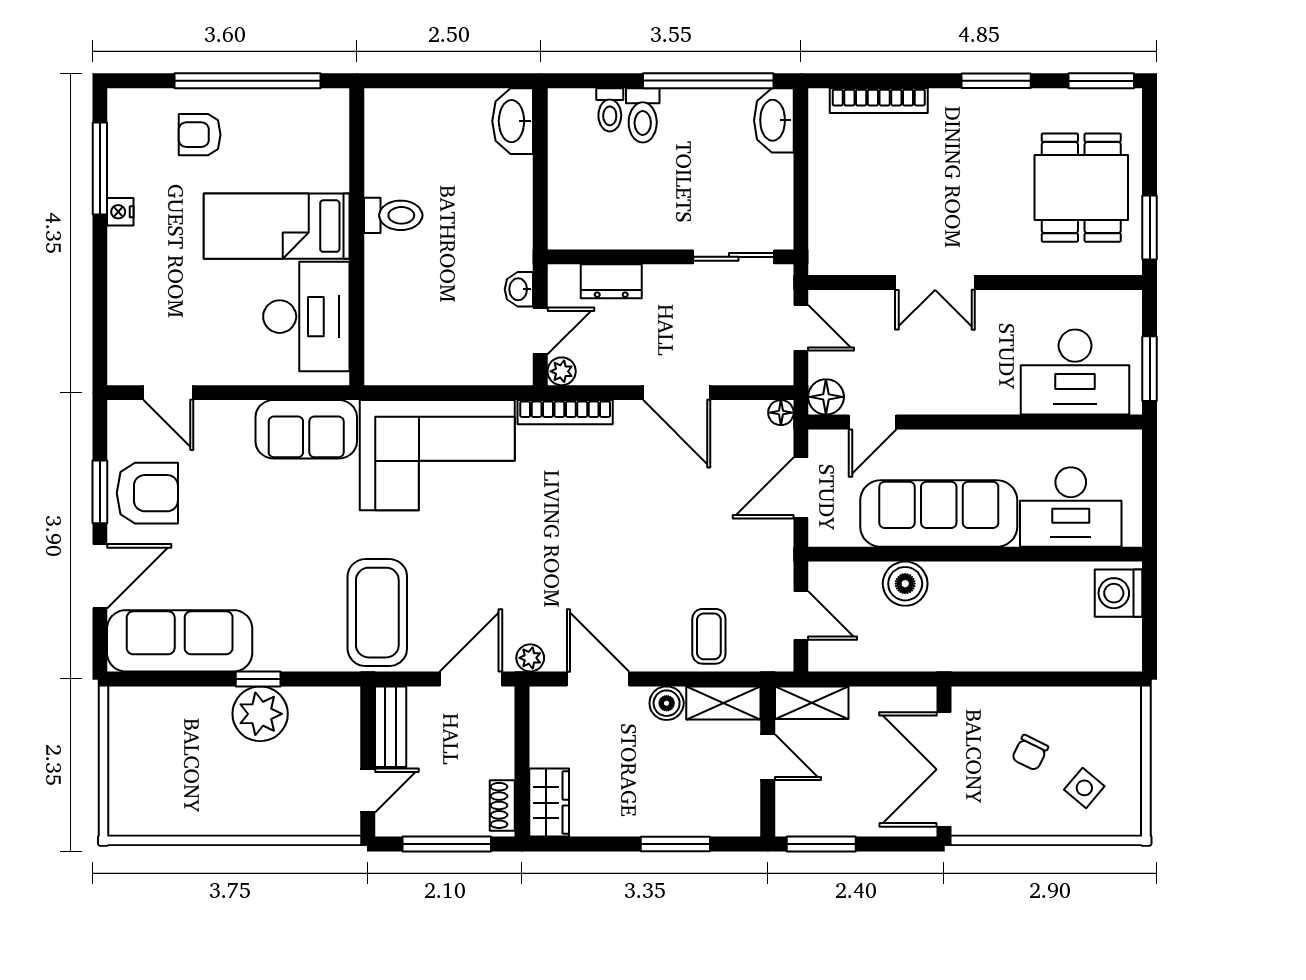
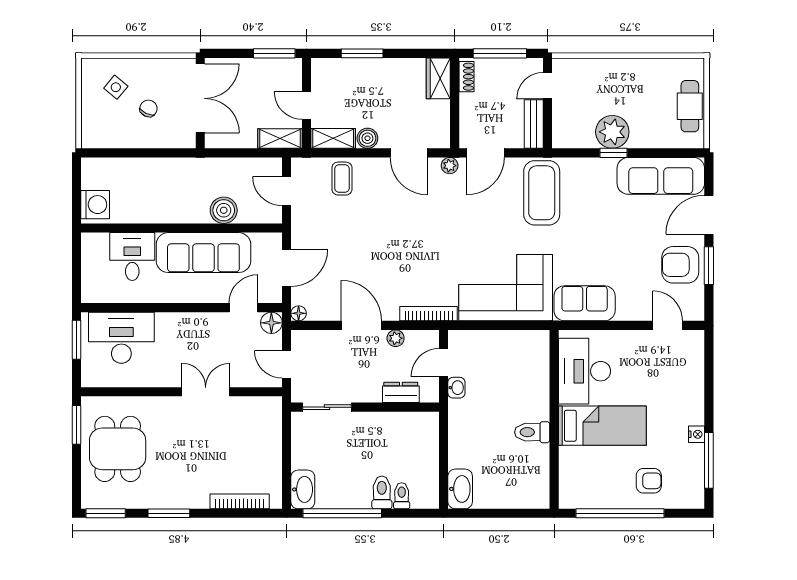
plant: (562, 371) -> (396, 338), moved
desk: (1071, 507) -> (132, 256), width x0.73
cafe table: (131, 756) -> (690, 106), added

